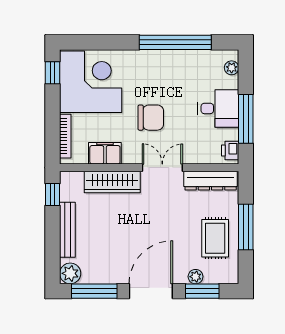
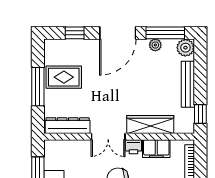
printer: (230, 150) -> (134, 147), moved, turned 90
rug: (215, 238) -> (64, 77), turned 90
plant: (196, 277) -> (155, 45), moved
window: (202, 291) -> (75, 33), width x0.67

